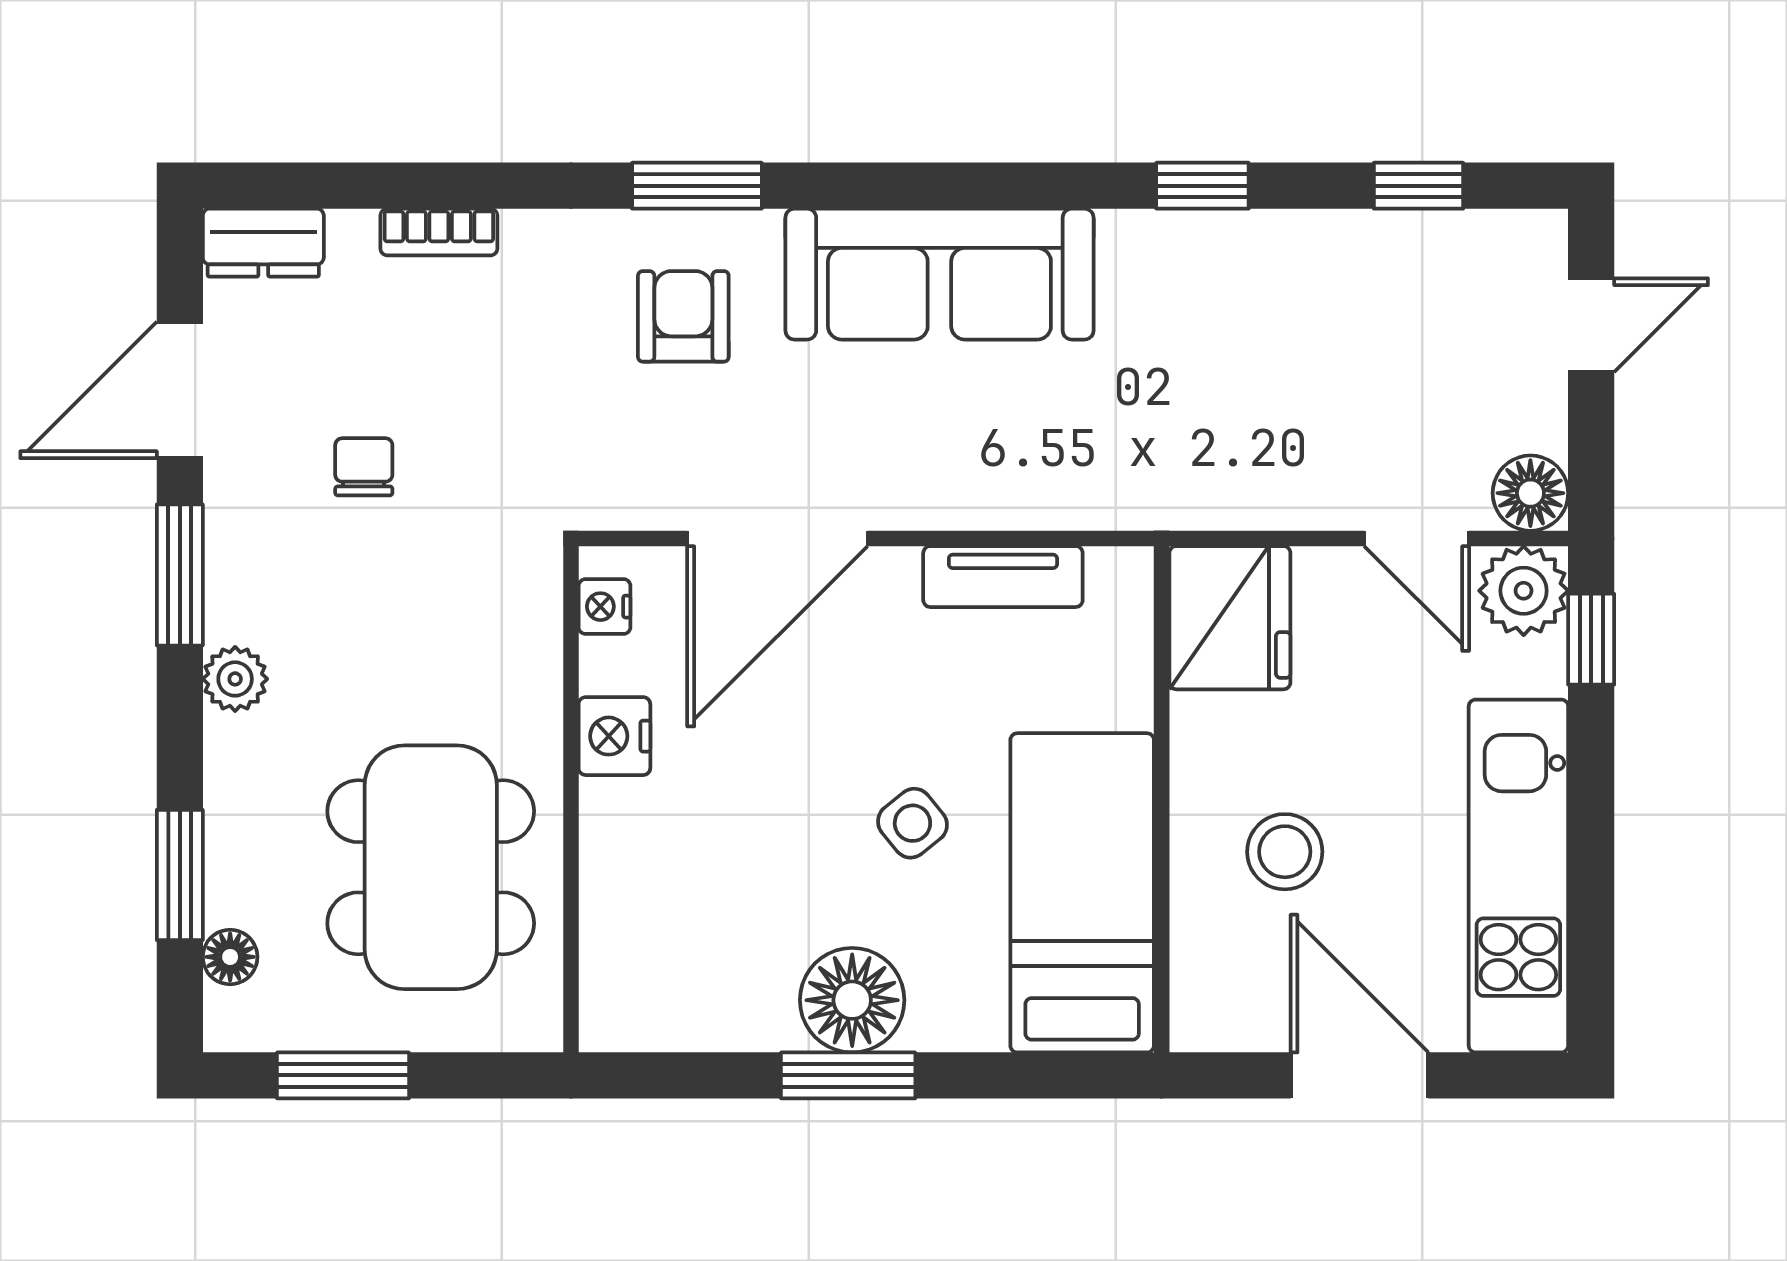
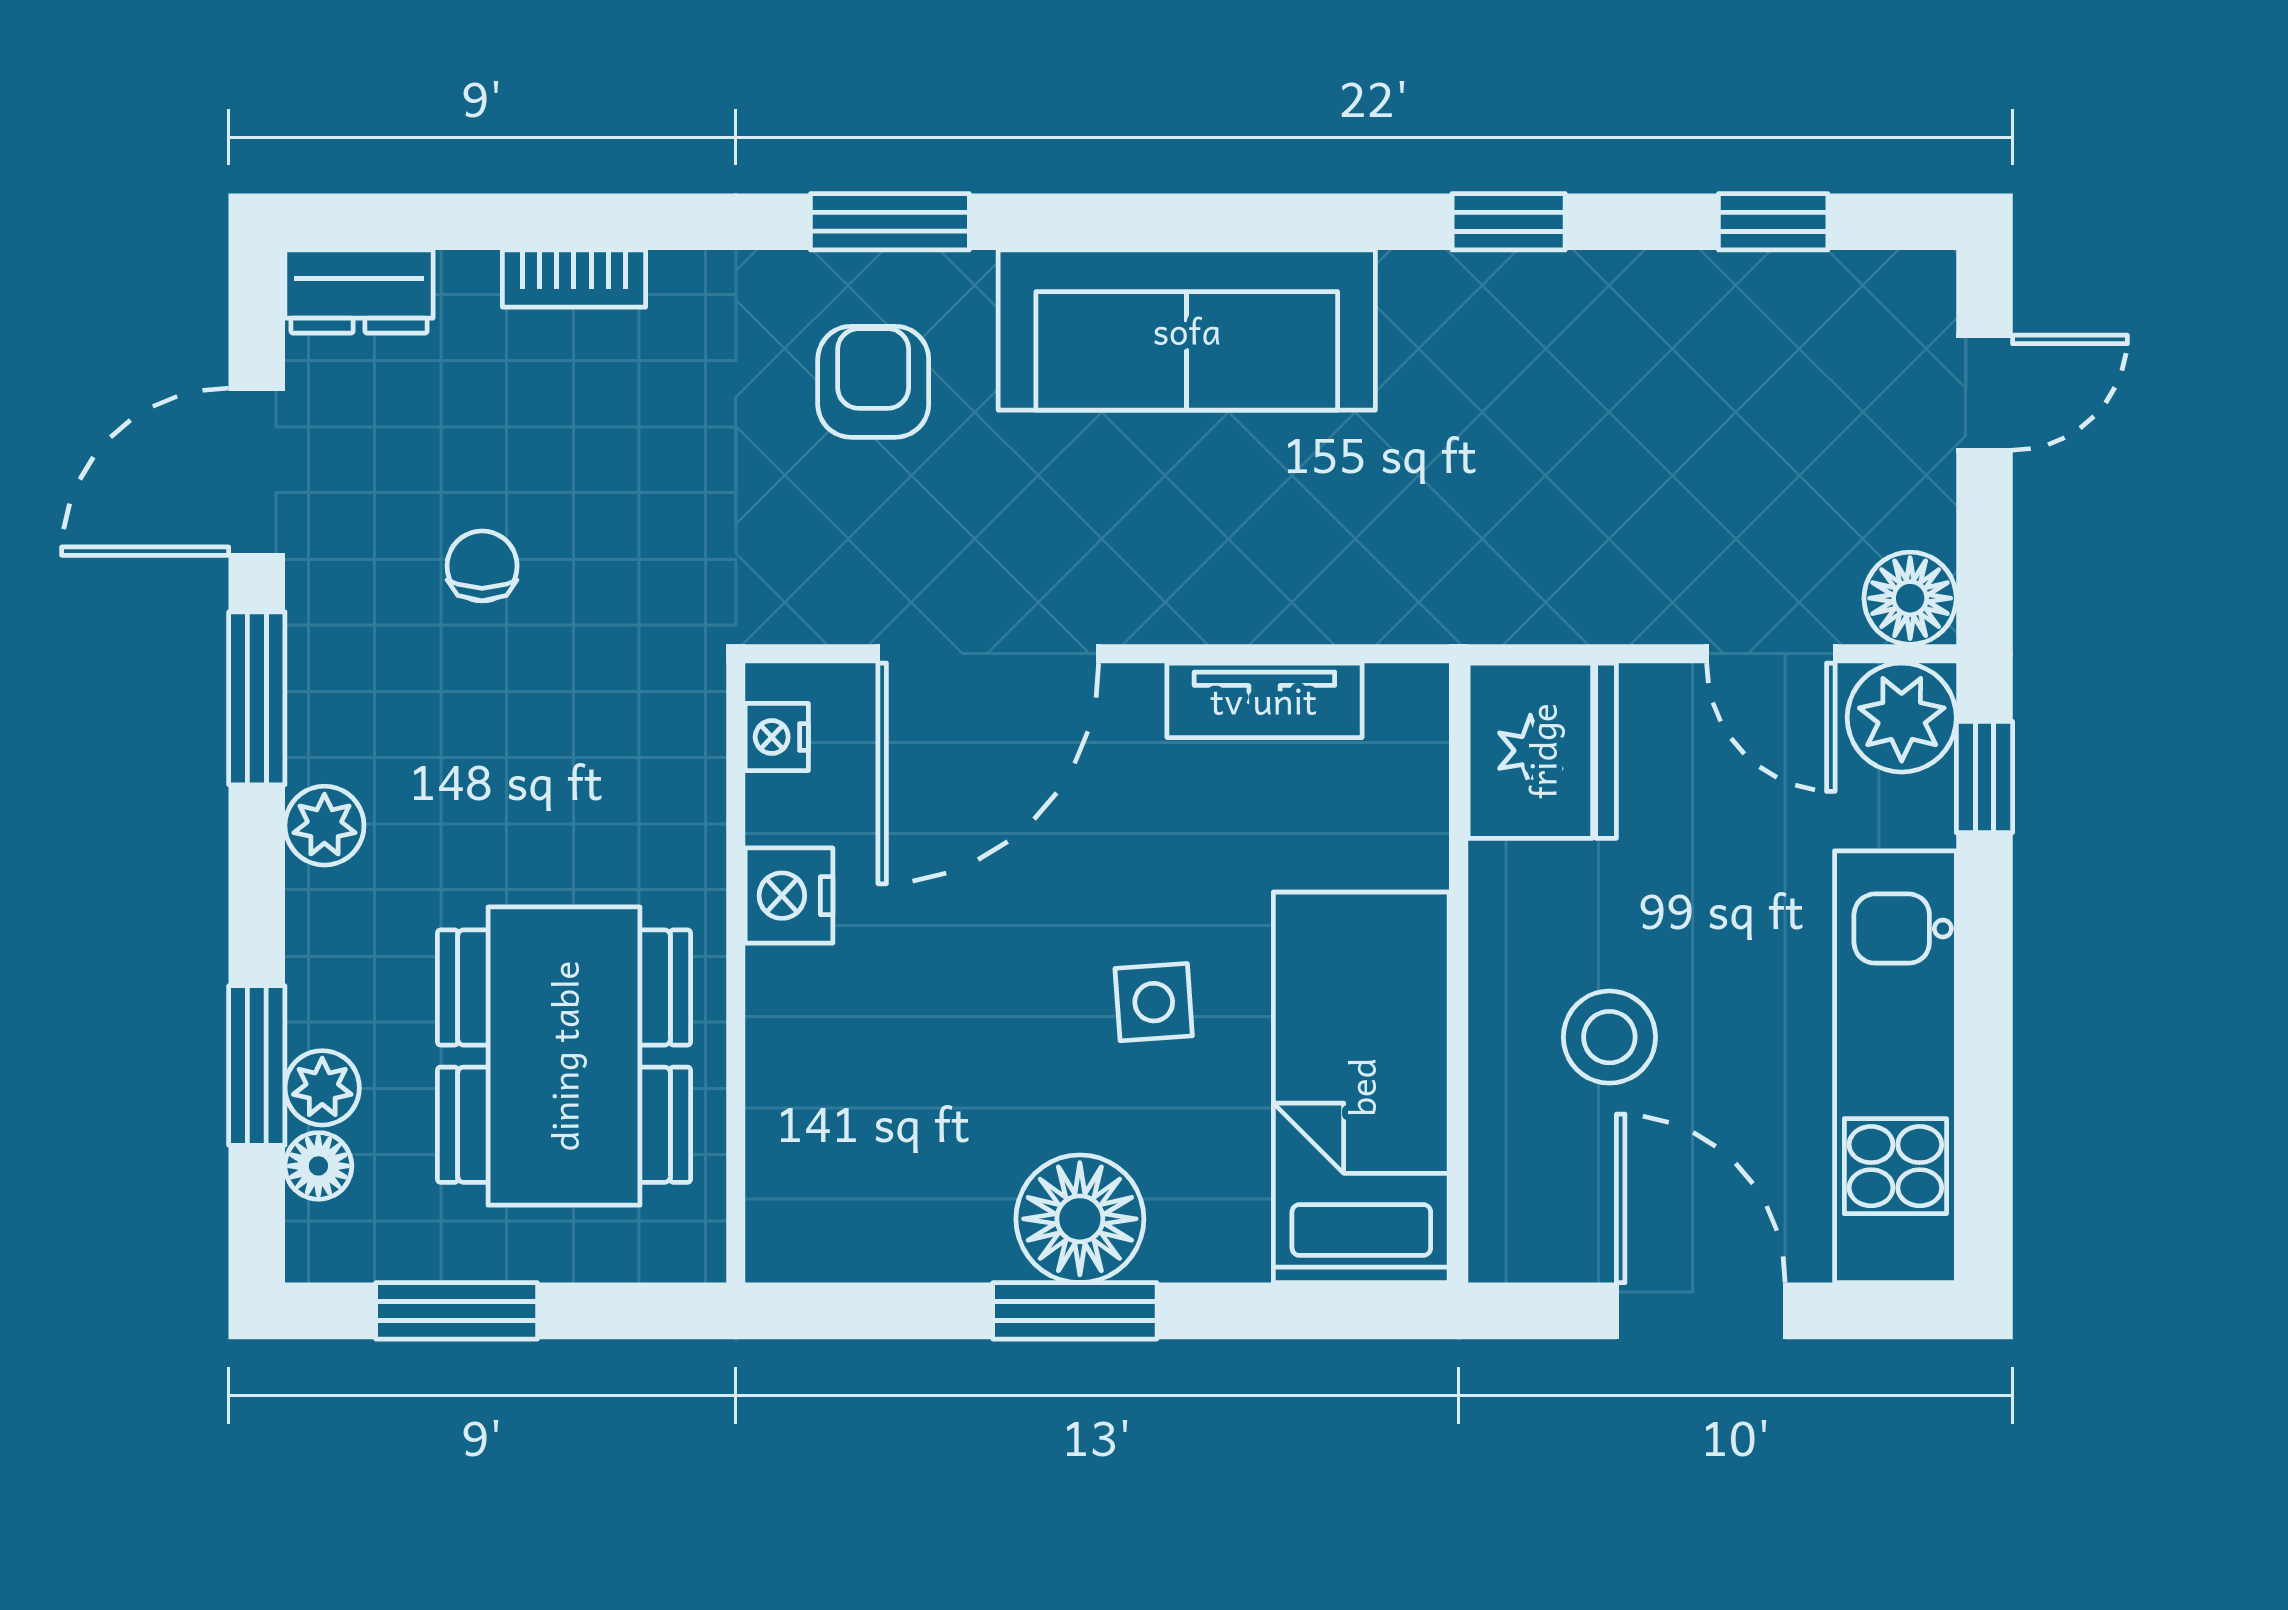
side table: (912, 823) -> (1154, 1002), turned 35
plant: (233, 893) -> (322, 1088), added

